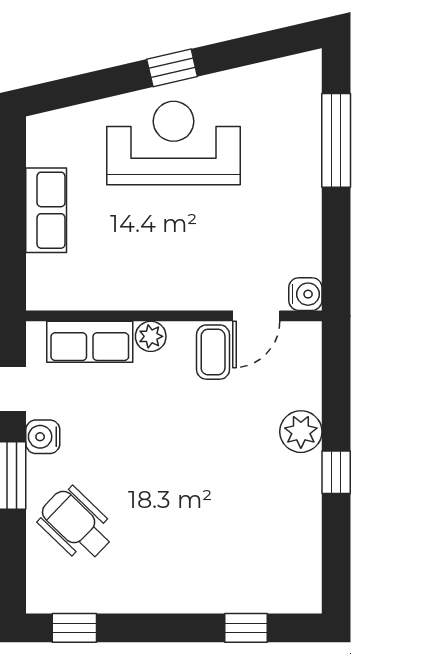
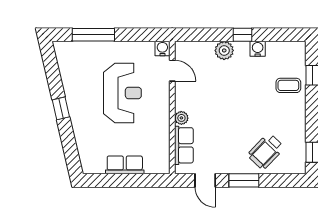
reception desk: (174, 143) -> (122, 93), moved, turned 180
coffee table: (213, 352) -> (288, 85), moved
water cooler: (43, 437) -> (258, 49), moved, turned 180

